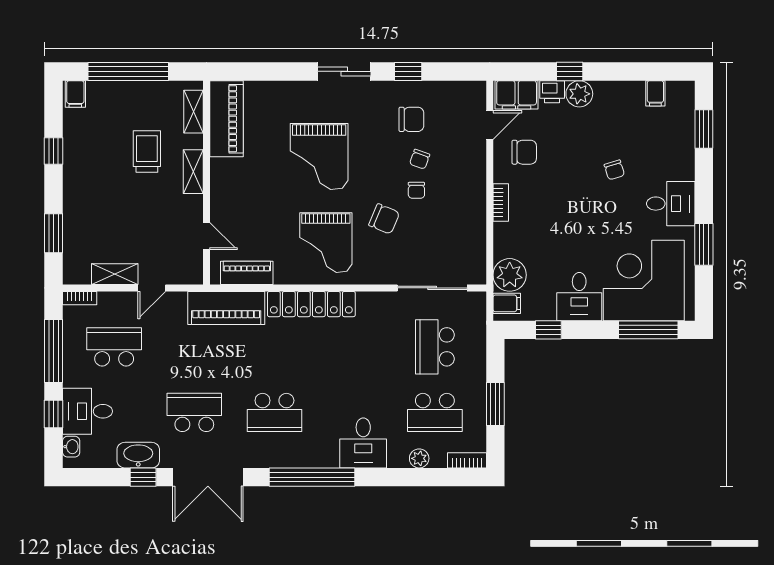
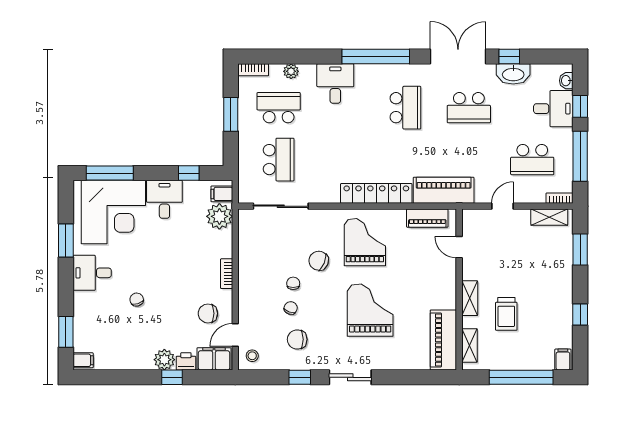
filing cabinet: (655, 93) -> (83, 360), moved, turned 90
stool: (468, 99) -> (252, 356), added
shelving: (115, 274) -> (549, 217), moved
school desk: (274, 412) -> (405, 108), turned 90

